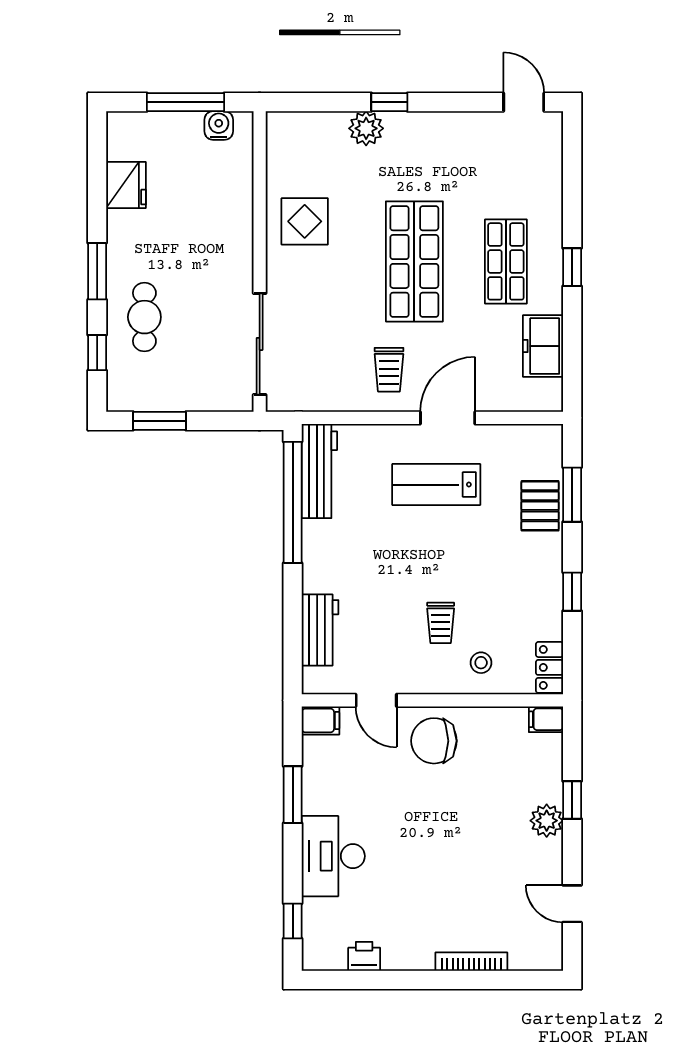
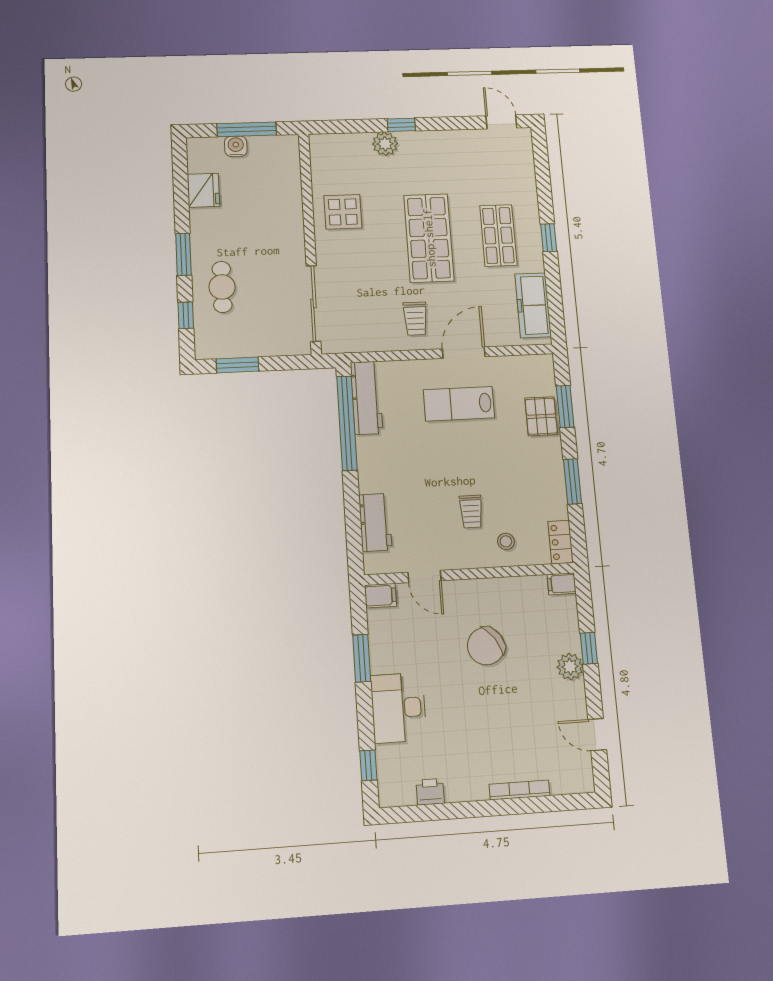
water cooler: (219, 125) -> (236, 146), moved
freezer: (543, 346) -> (533, 305), width x1.40
window: (572, 592) -> (572, 481), width x1.50
chair: (434, 741) -> (486, 646), moved, turned -35

